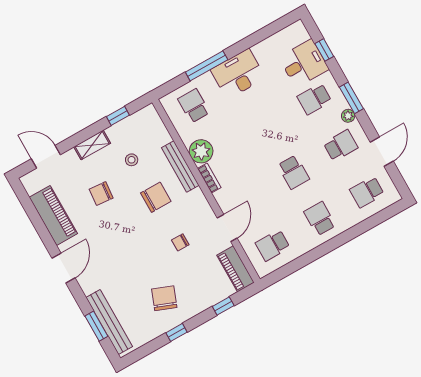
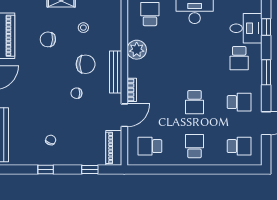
school desk: (314, 99) -> (239, 58), turned -90
plant: (348, 116) -> (257, 84), removed
bench: (180, 166) -> (116, 72), moved
bookcase: (209, 178) -> (132, 90), moved
school desk: (367, 192) -> (239, 146), turned 180
chair: (180, 242) -> (76, 93), moved
chair: (164, 298) -> (51, 140), width x0.54, depth x0.54

